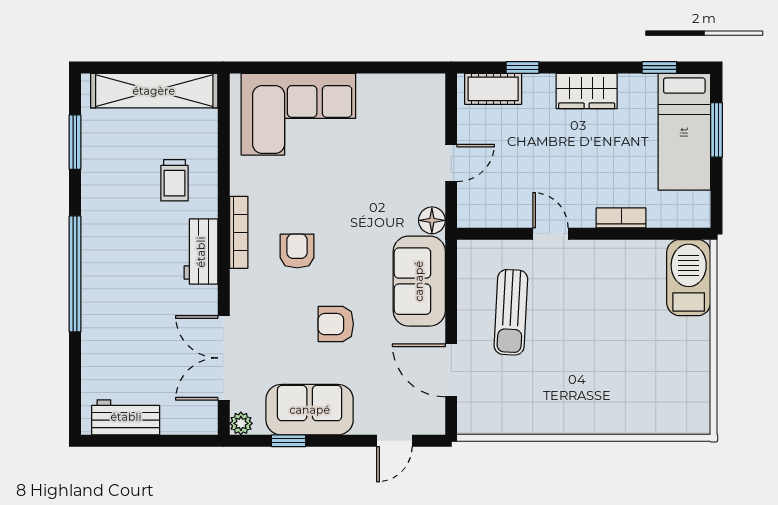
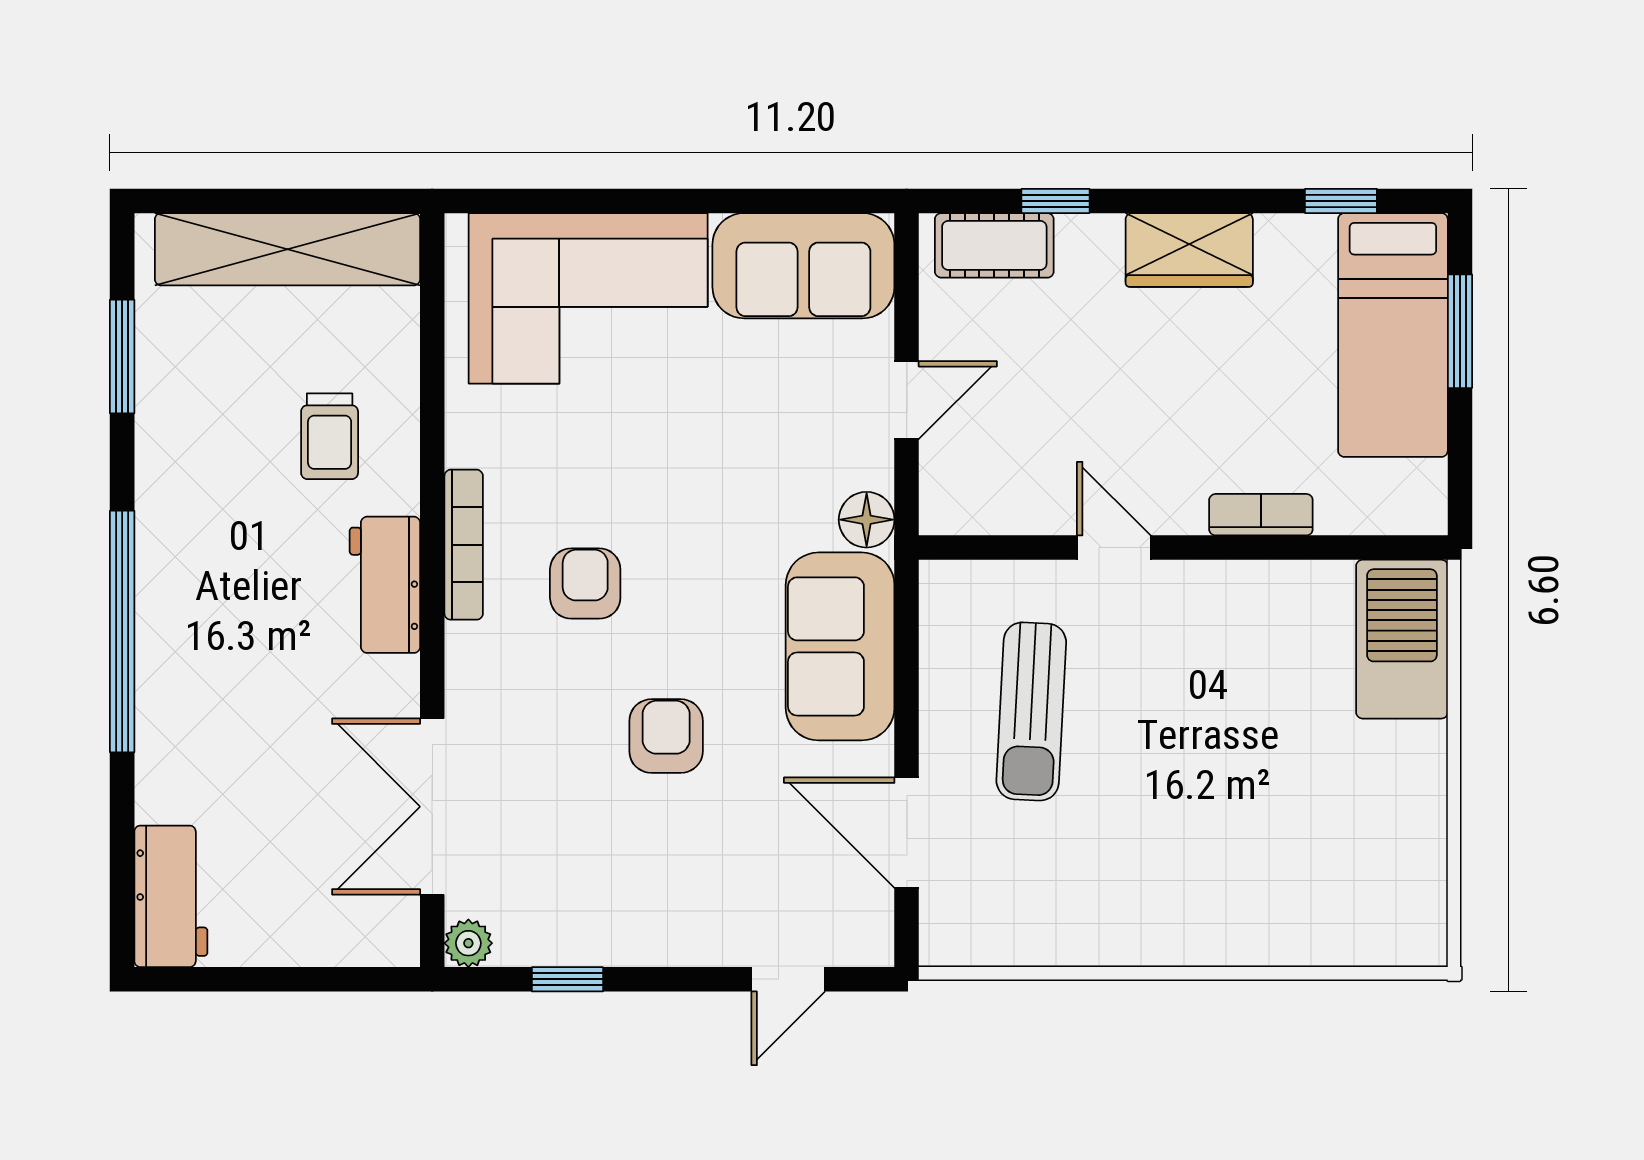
armchair: (336, 324) -> (666, 736), turned 90
sofa: (310, 410) -> (803, 266), moved, turned 180
workbench: (126, 417) -> (171, 896), moved, turned 90

